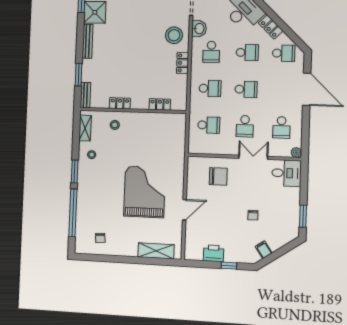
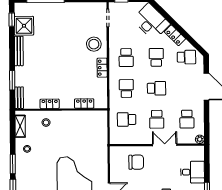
washbasin: (199, 29) -> (115, 38), removed
school desk: (247, 53) -> (156, 57), turned -90
school desk: (210, 88) -> (126, 88), turned -90
school desk: (209, 125) -> (127, 119), turned 180
desk: (286, 173) -> (193, 172), moved

